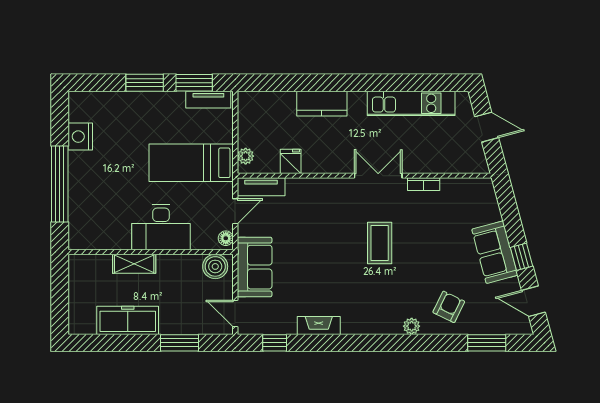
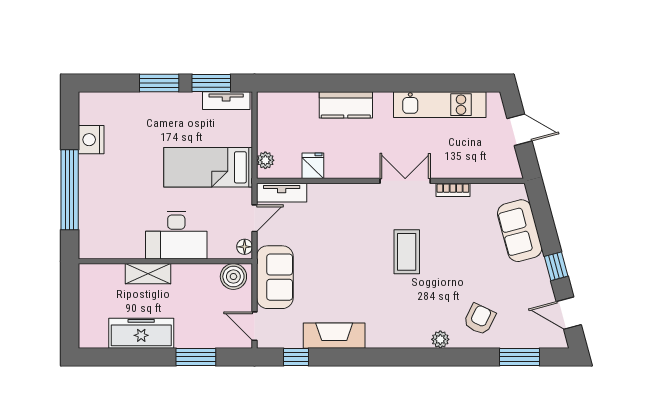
sofa: (495, 252) -> (520, 231), moved
fireplace: (319, 325) -> (334, 336), width x1.37, depth x1.32

